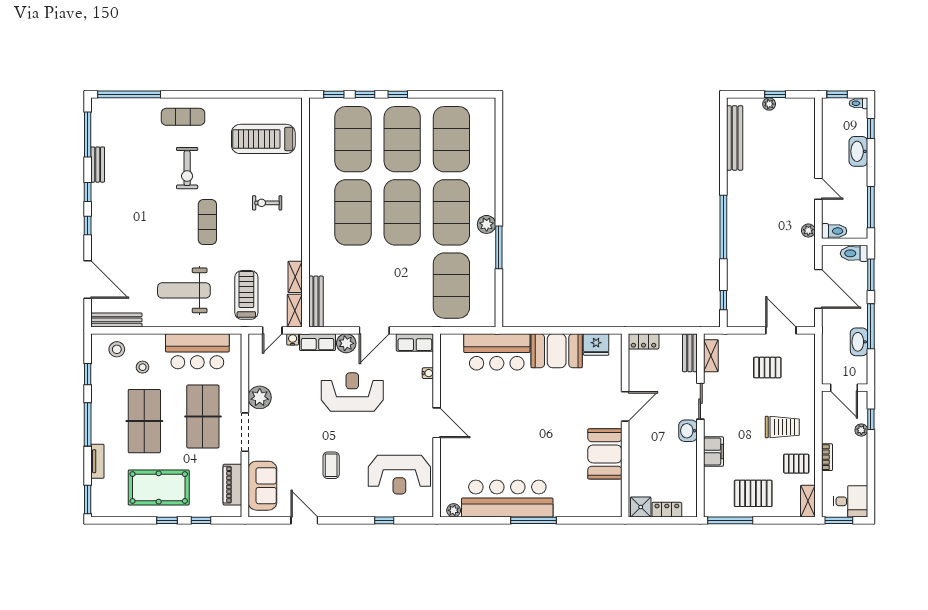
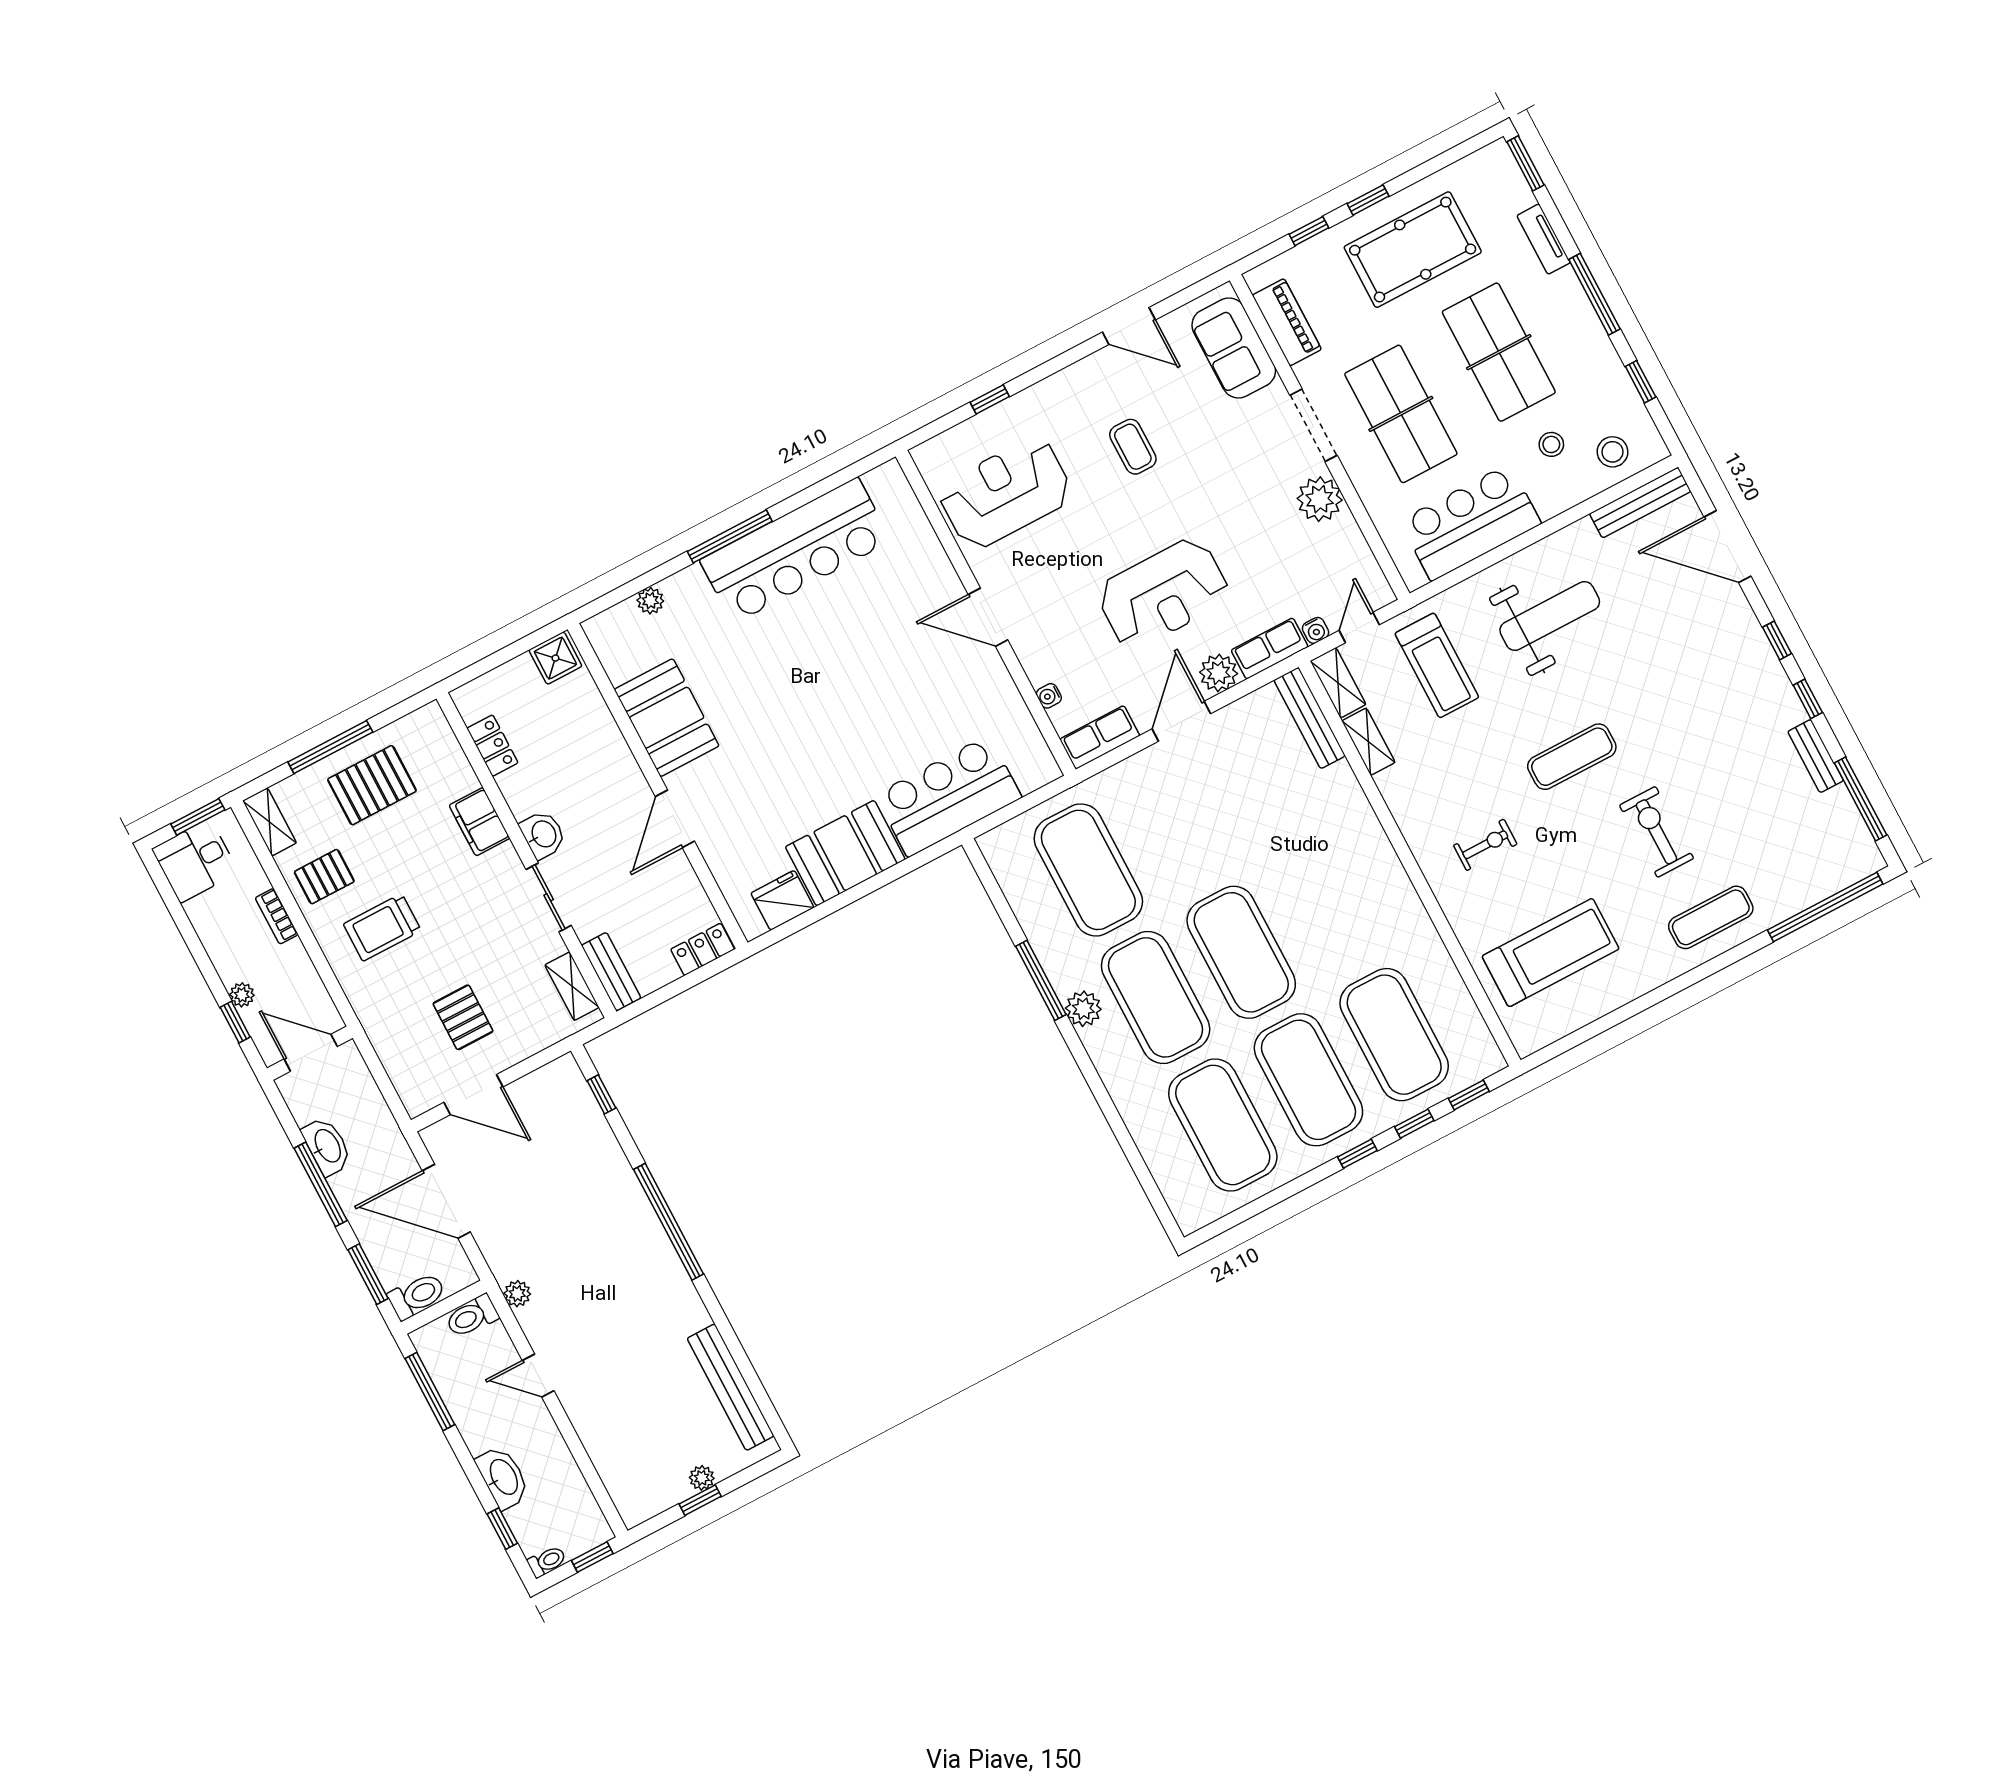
exercise mat: (353, 212) -> (1327, 907), removed
exercise mat: (207, 222) -> (1572, 757), turned 90
pallet: (767, 368) -> (463, 1017), turned 90
plant: (454, 510) -> (650, 601), moved
locker: (667, 510) -> (492, 746), moved, turned -90
window: (730, 520) -> (330, 747), moved

